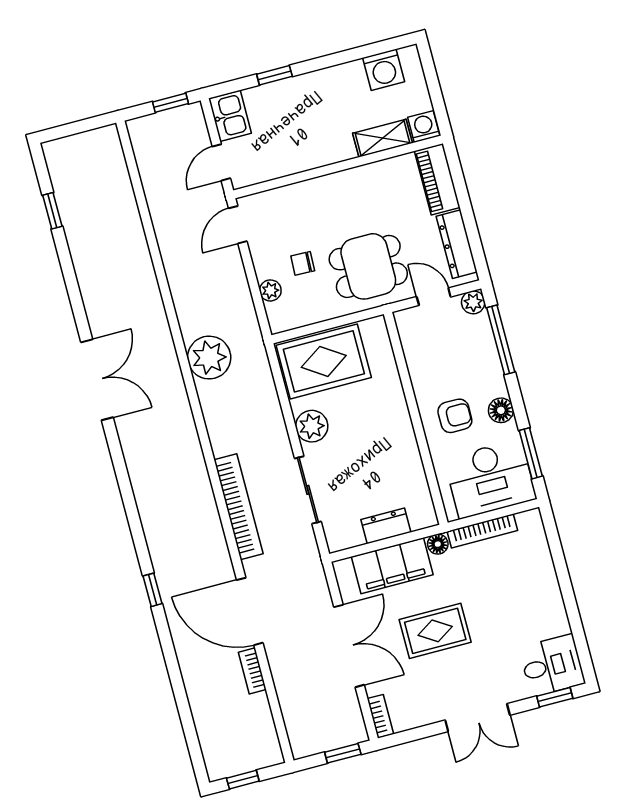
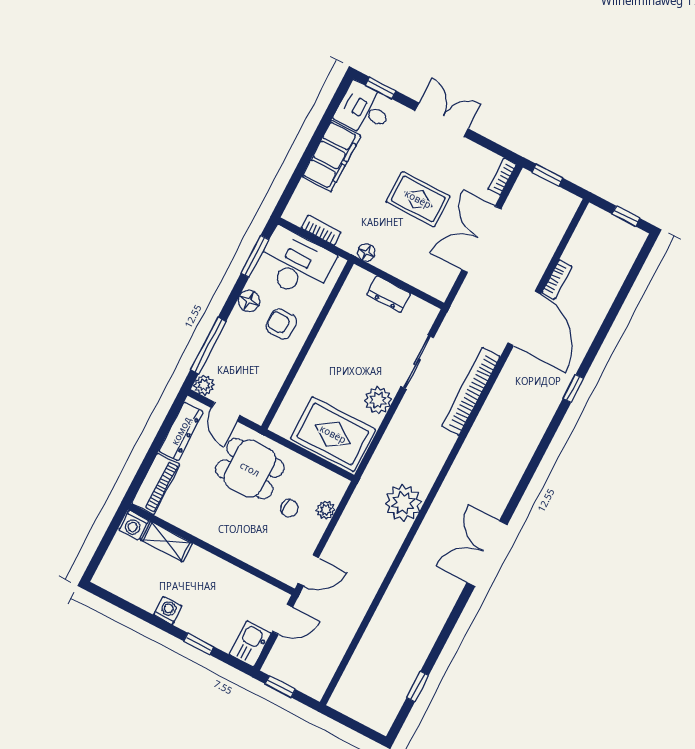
washing machine: (384, 70) -> (168, 610), moved, width x0.73, depth x0.73
bookcase: (482, 531) -> (321, 230), width x0.64
filing cabinet: (392, 566) -> (331, 156), moved, turned 90

